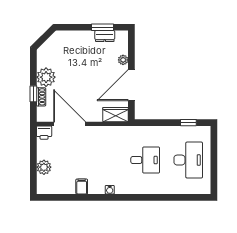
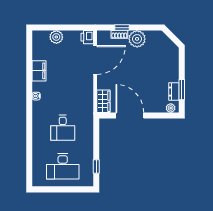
plant: (123, 60) -> (171, 108), moved
filing cabinet: (82, 187) -> (39, 71), width x2.00

